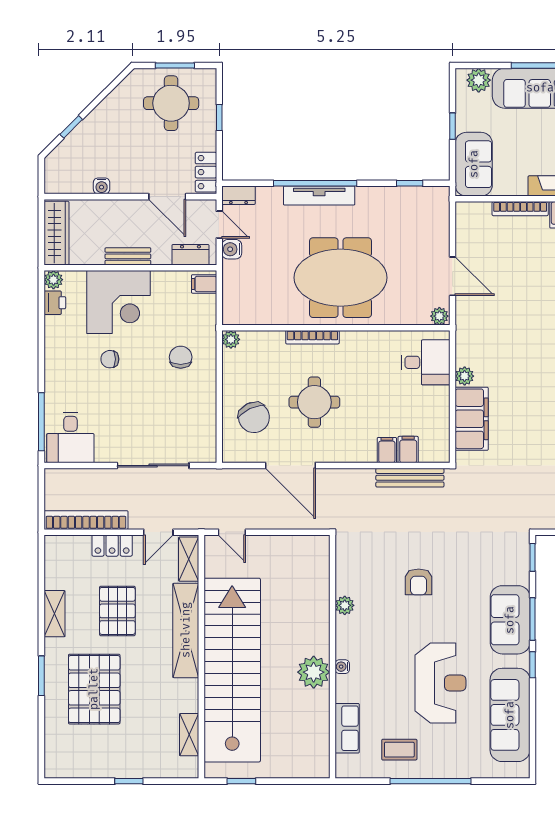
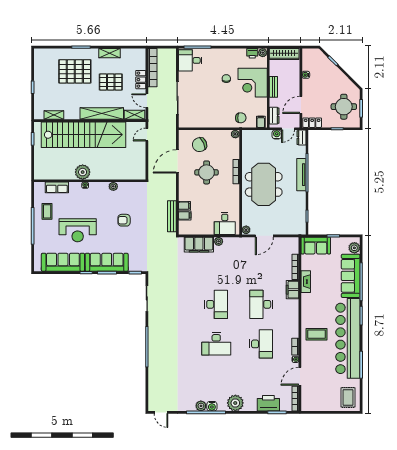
chair: (181, 357) -> (241, 118), moved
sofa: (510, 620) -> (107, 262), width x1.36

